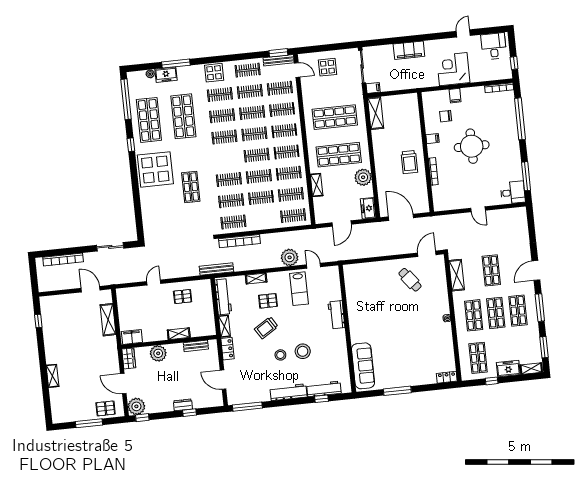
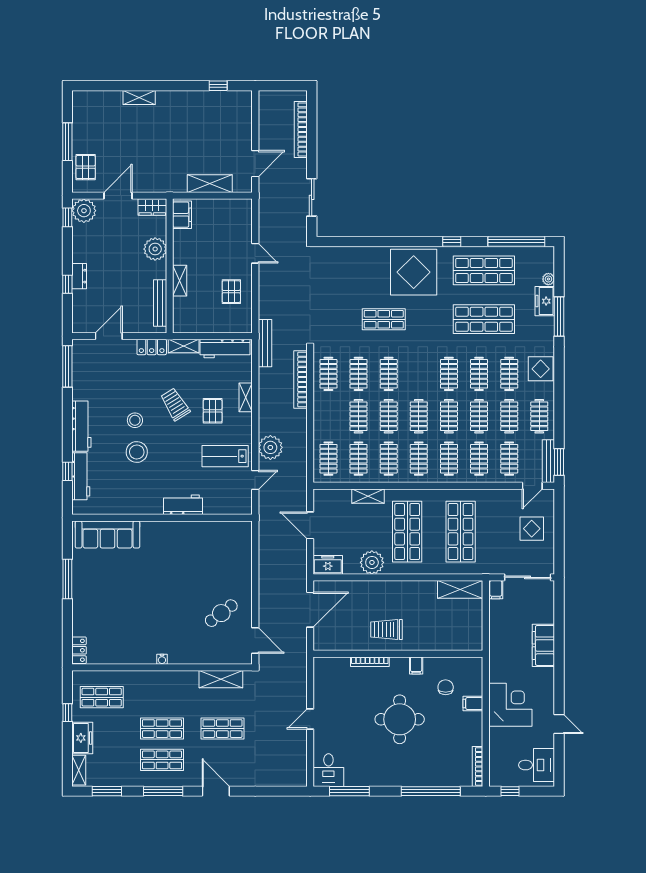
shop shelf: (474, 315) -> (162, 697), removed
bench: (196, 346) -> (160, 303), width x1.36

